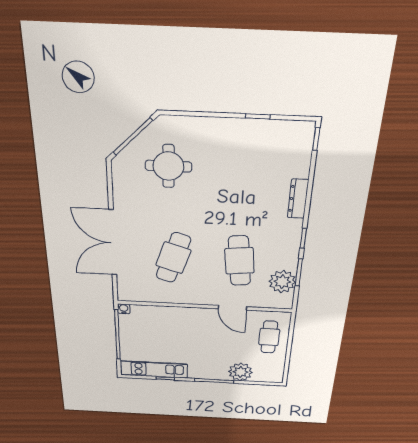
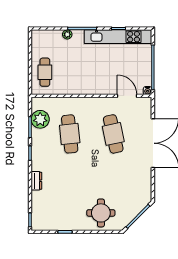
round table: (168, 166) -> (101, 213), moved
dresser: (298, 199) -> (36, 181), width x0.70
cafe table: (173, 258) -> (113, 134), turned -30
door: (232, 308) -> (127, 96), moved
kitchen unit: (154, 369) -> (118, 37), width x1.36
plant: (240, 372) -> (67, 34), width x0.53, depth x0.53

